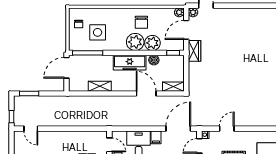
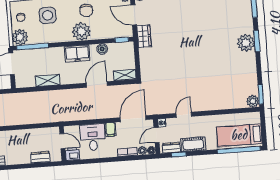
door: (186, 30) -> (134, 15), hinge flipped
side table: (98, 32) -> (48, 15), moved
plant: (152, 43) -> (20, 37), moved
freezer: (130, 63) -> (77, 54), width x0.71
door: (146, 93) -> (97, 84), hinge flipped

